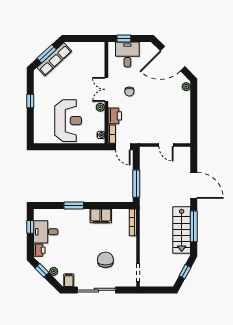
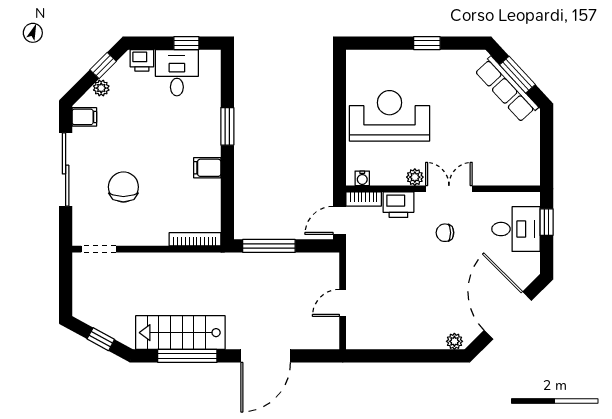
reception desk: (68, 121) -> (389, 116), turned 180
filing cabinet: (101, 216) -> (207, 168), width x0.50
chair: (105, 260) -> (123, 187), turned -90

